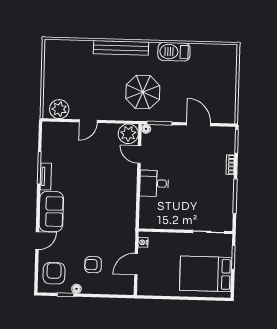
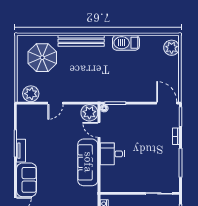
plant: (228, 59) -> (172, 48), added
parasol: (143, 92) -> (42, 58), moved
door: (199, 124) -> (167, 103), moved
sofa: (125, 193) -> (88, 162), added

